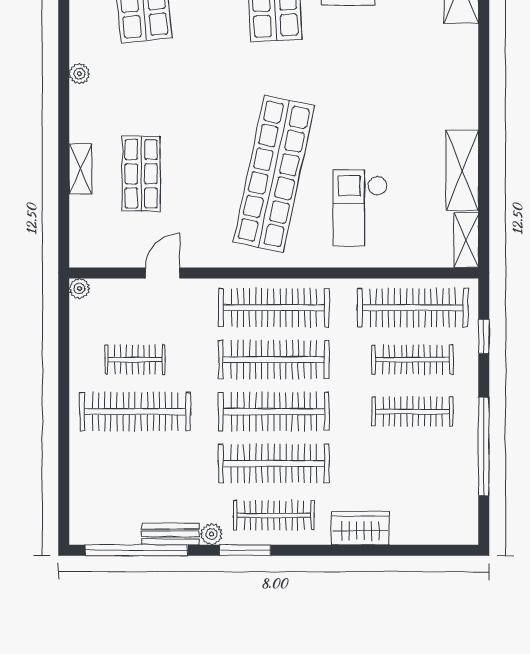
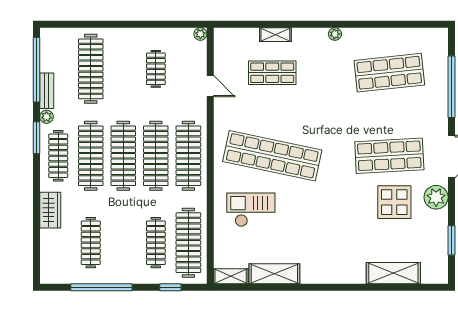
clothes rail: (135, 412) -> (91, 69), moved
clothes rail: (413, 412) -> (91, 243), moved

